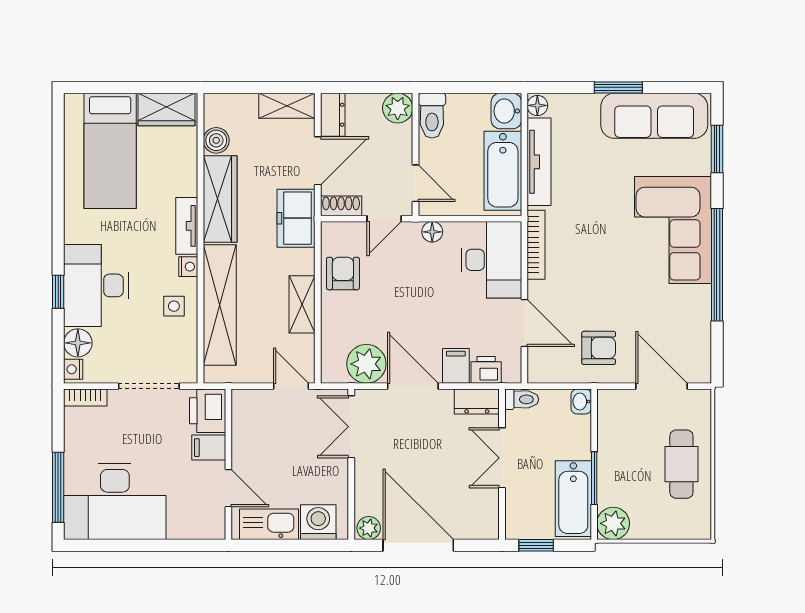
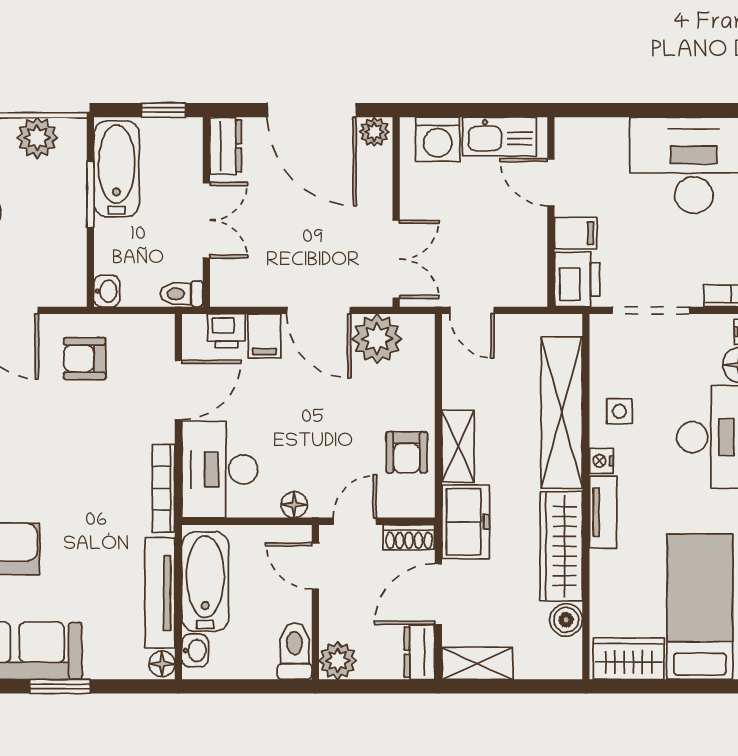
washbasin: (506, 111) -> (195, 651), width x0.72, depth x0.69
shelving: (302, 304) -> (458, 446), moved
door: (524, 323) -> (178, 390), swing flipped
dresser: (477, 402) -> (226, 146), moved, turned 90
plant: (613, 523) -> (37, 138), moved

